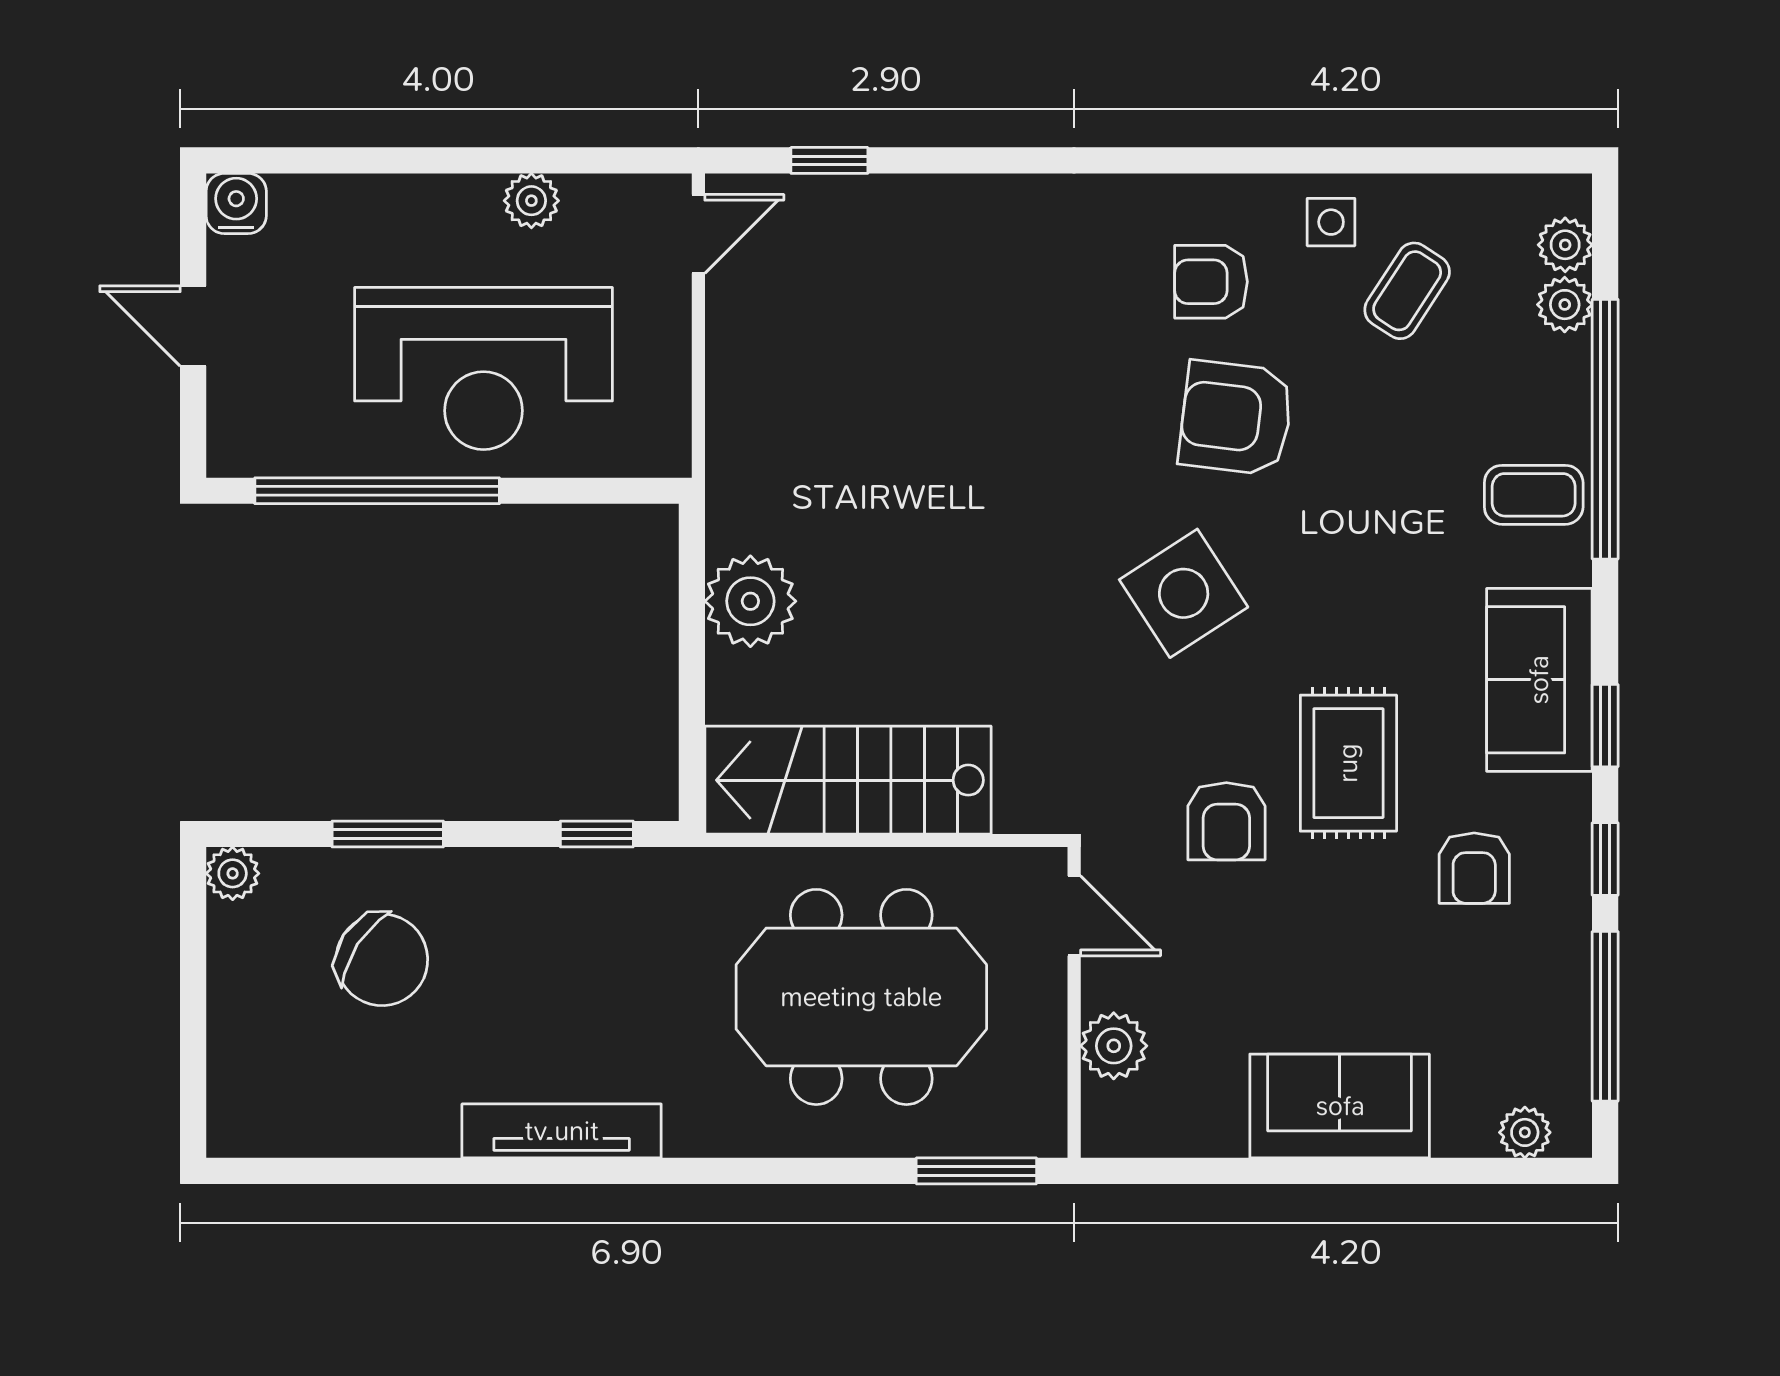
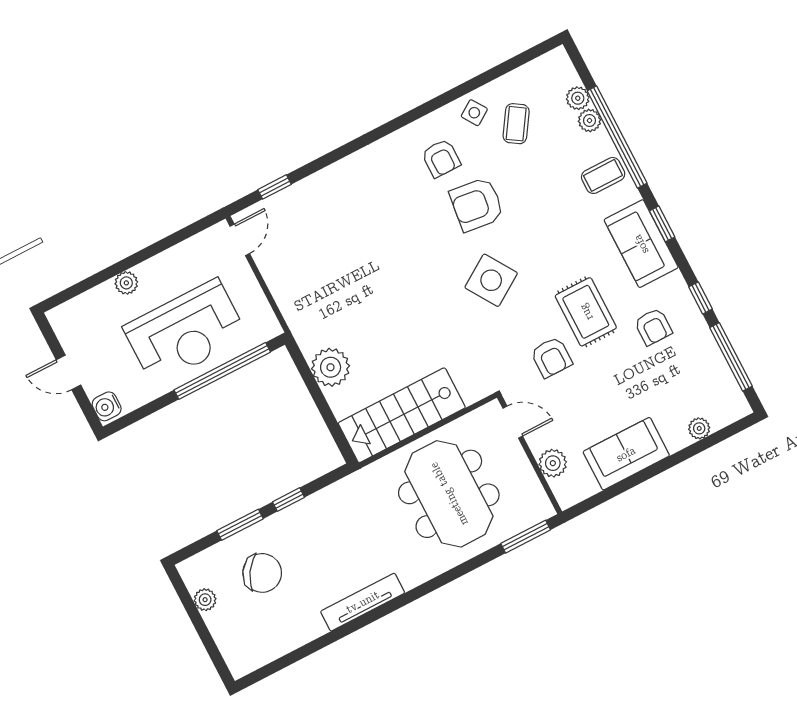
plant: (531, 201) -> (126, 283), moved
water cooler: (236, 203) -> (107, 406), moved, turned -90
side table: (1331, 222) -> (474, 113), turned -34
plant: (1565, 245) -> (590, 120), moved
armchair: (1211, 282) -> (441, 158), turned -90
window: (377, 491) -> (222, 371), moved
window: (1605, 726) -> (662, 224), moved
window: (597, 834) -> (289, 500), moved
plant: (233, 873) -> (205, 600), moved
meeting table: (861, 997) -> (449, 494), turned 90
sofa: (1340, 1106) -> (626, 454), moved
plant: (1525, 1132) -> (699, 428), moved

